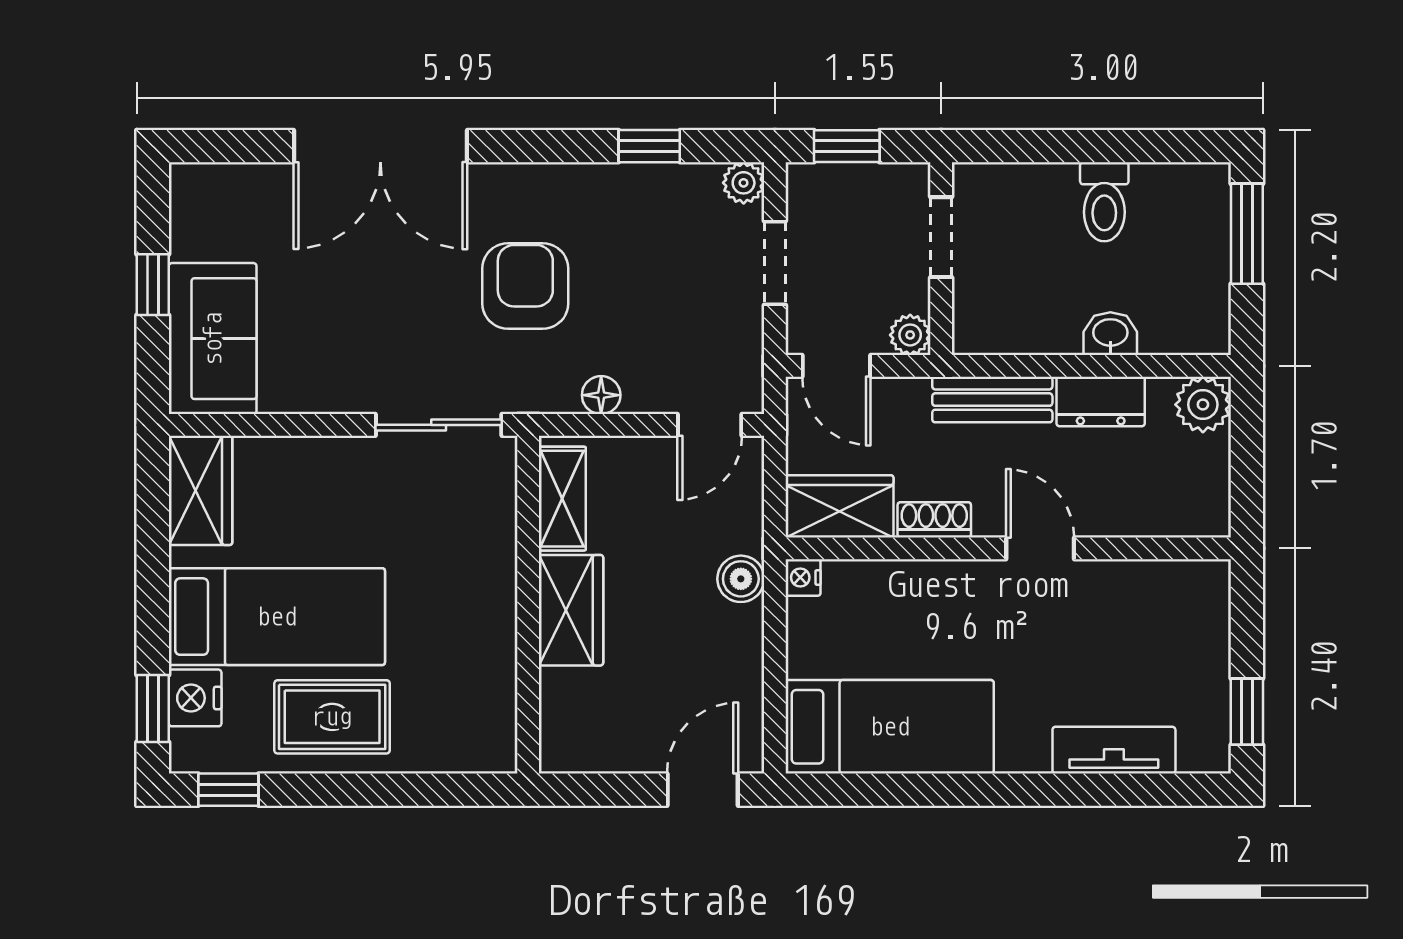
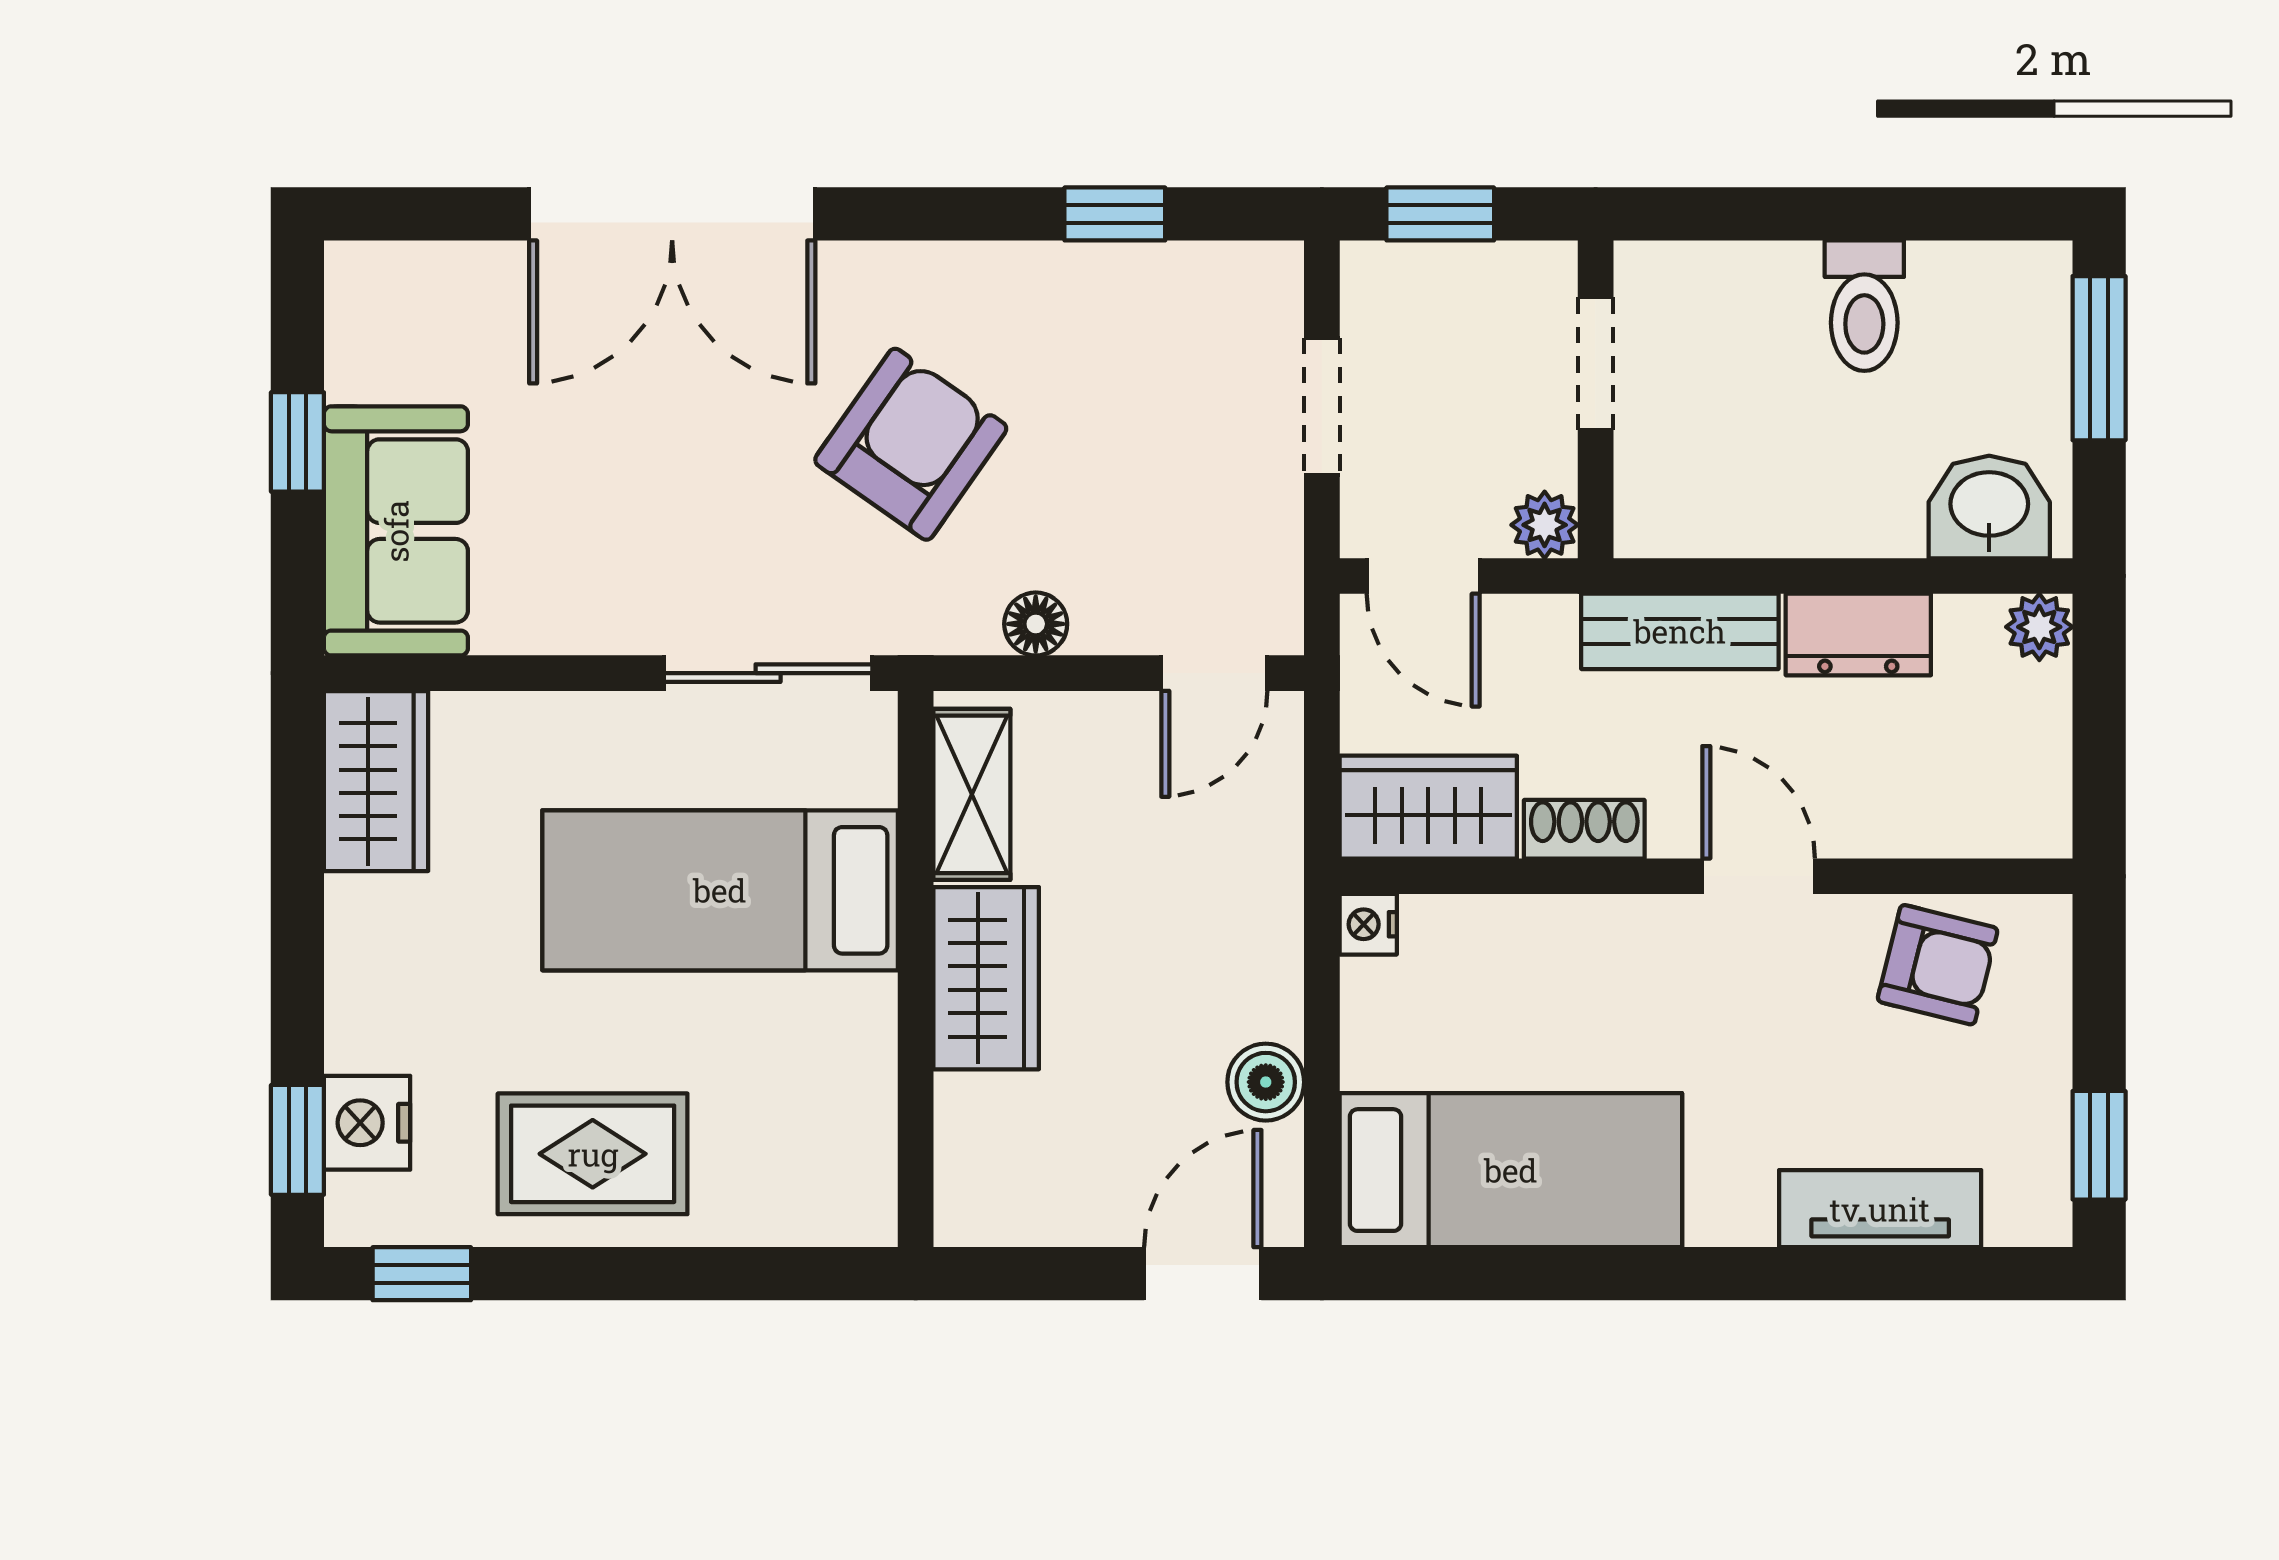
plant: (744, 183) -> (1270, 274), removed
armchair: (525, 286) -> (911, 444), turned 35
washbasin: (1110, 334) -> (1989, 507), moved, width x1.38, depth x1.45
plant: (1203, 405) -> (2039, 627), width x0.73, depth x0.73
boiler: (741, 579) -> (1266, 1082), moved
armchair: (1149, 602) -> (1938, 965), added
bed: (277, 617) -> (720, 890), moved, turned 180

